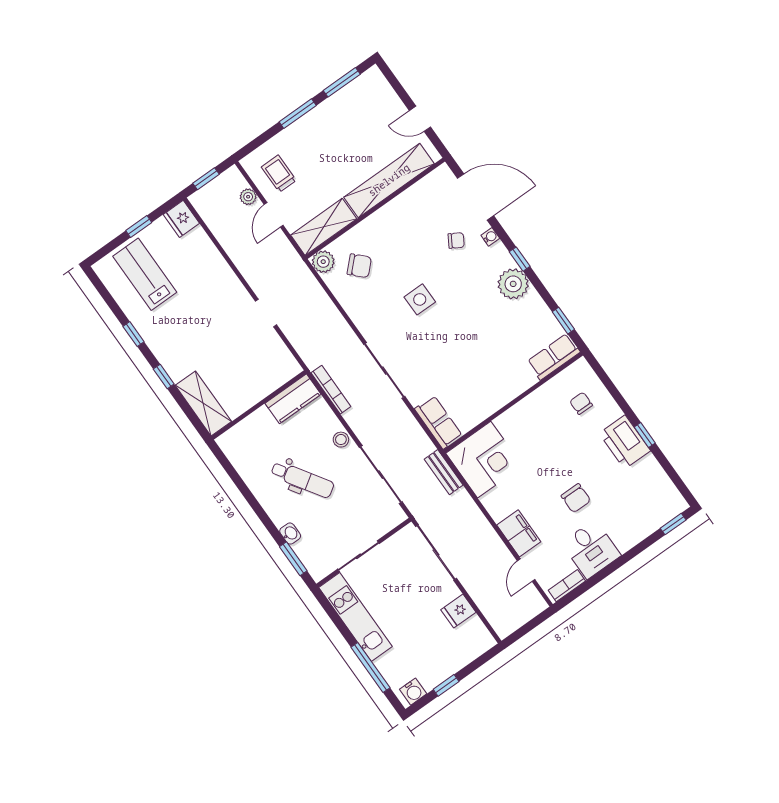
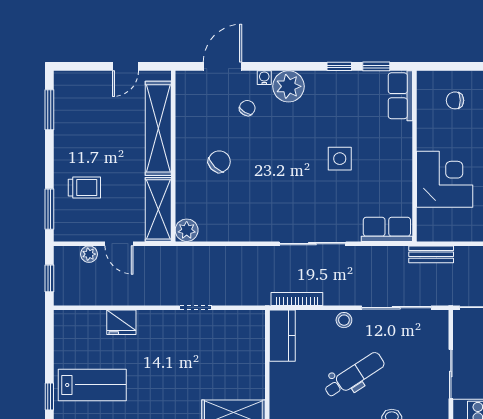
window: (298, 114) -> (49, 209), moved
trolley: (279, 174) -> (84, 188), moved, turned 180
door: (475, 197) -> (223, 66), width x0.73
fridge: (181, 219) -> (121, 322), moved
window: (139, 226) -> (49, 397), moved
window: (520, 259) -> (339, 66), moved
chair: (359, 266) -> (219, 162), moved
lab bench: (145, 274) -> (92, 385), turned 180
plant: (513, 284) -> (288, 86), moved
side table: (420, 299) -> (340, 159), moved
corner desk: (484, 460) -> (445, 179), moved

